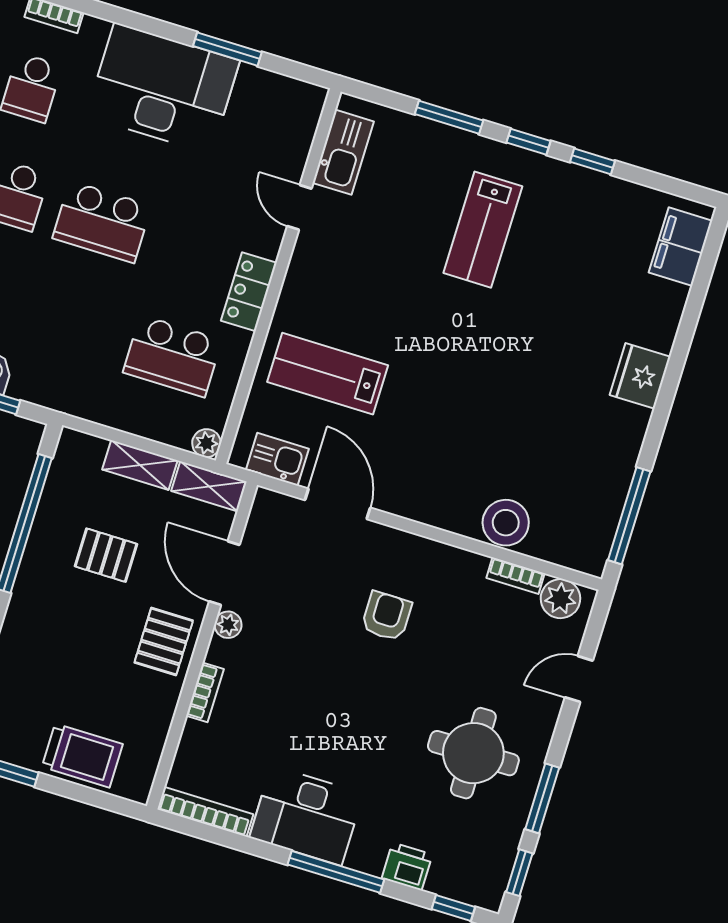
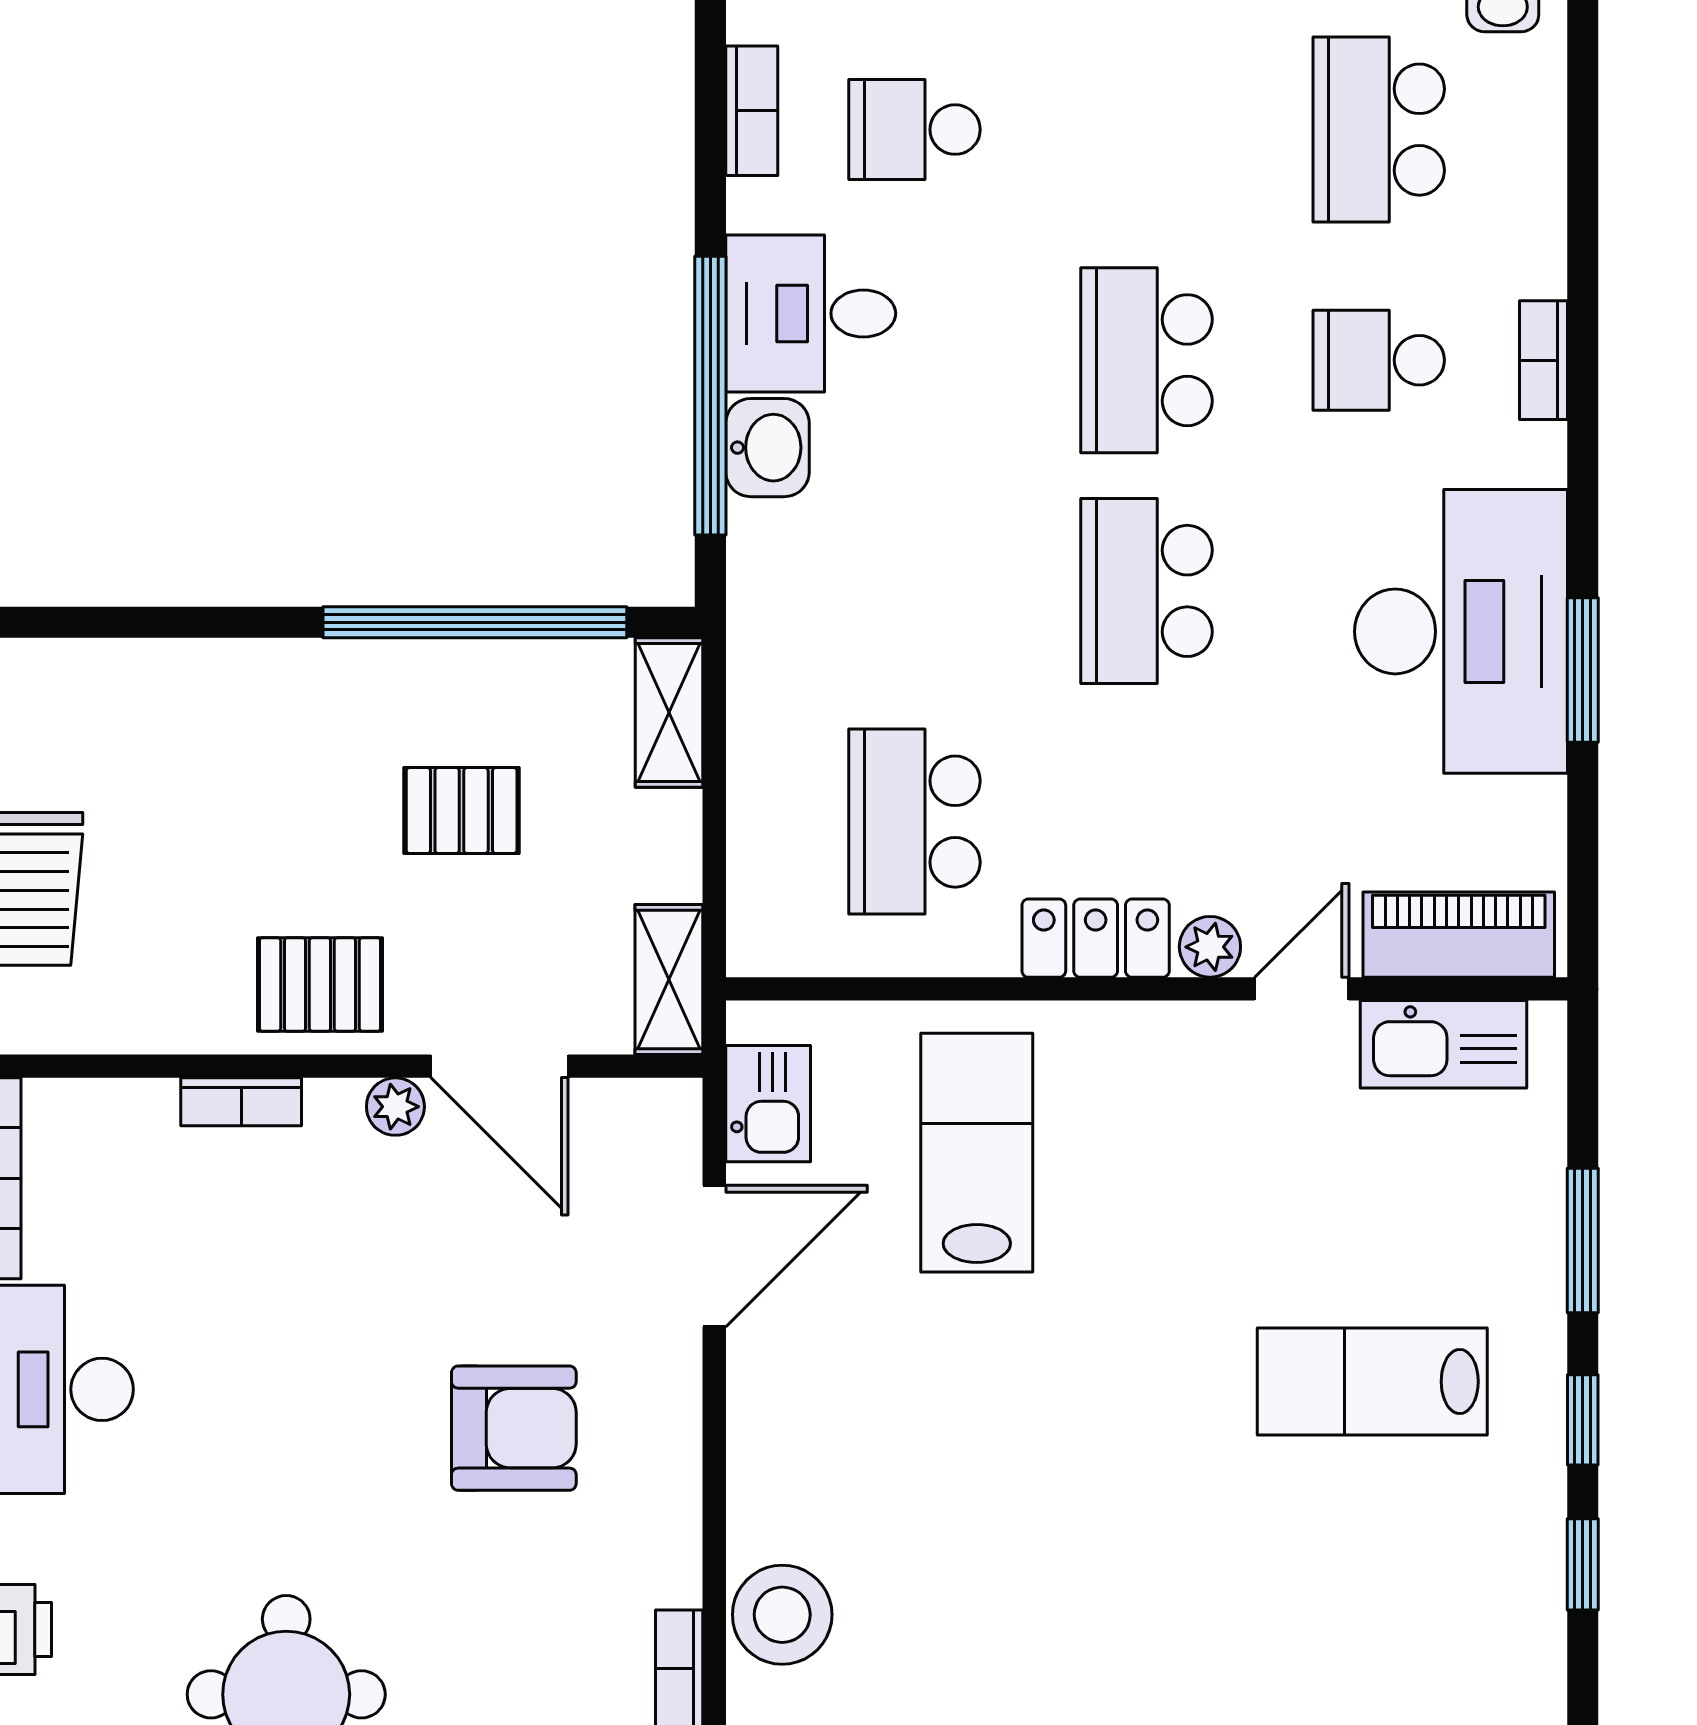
window: (227, 49) -> (1583, 670), moved
piano: (297, 130) -> (1459, 935), added
plant: (206, 443) -> (1210, 947), moved
shelving: (140, 465) -> (669, 712), moved
pallet: (106, 555) -> (462, 811), turned 90
door: (224, 573) -> (500, 1066), swing flipped
armchair: (387, 616) -> (514, 1428), width x1.38, depth x1.38

